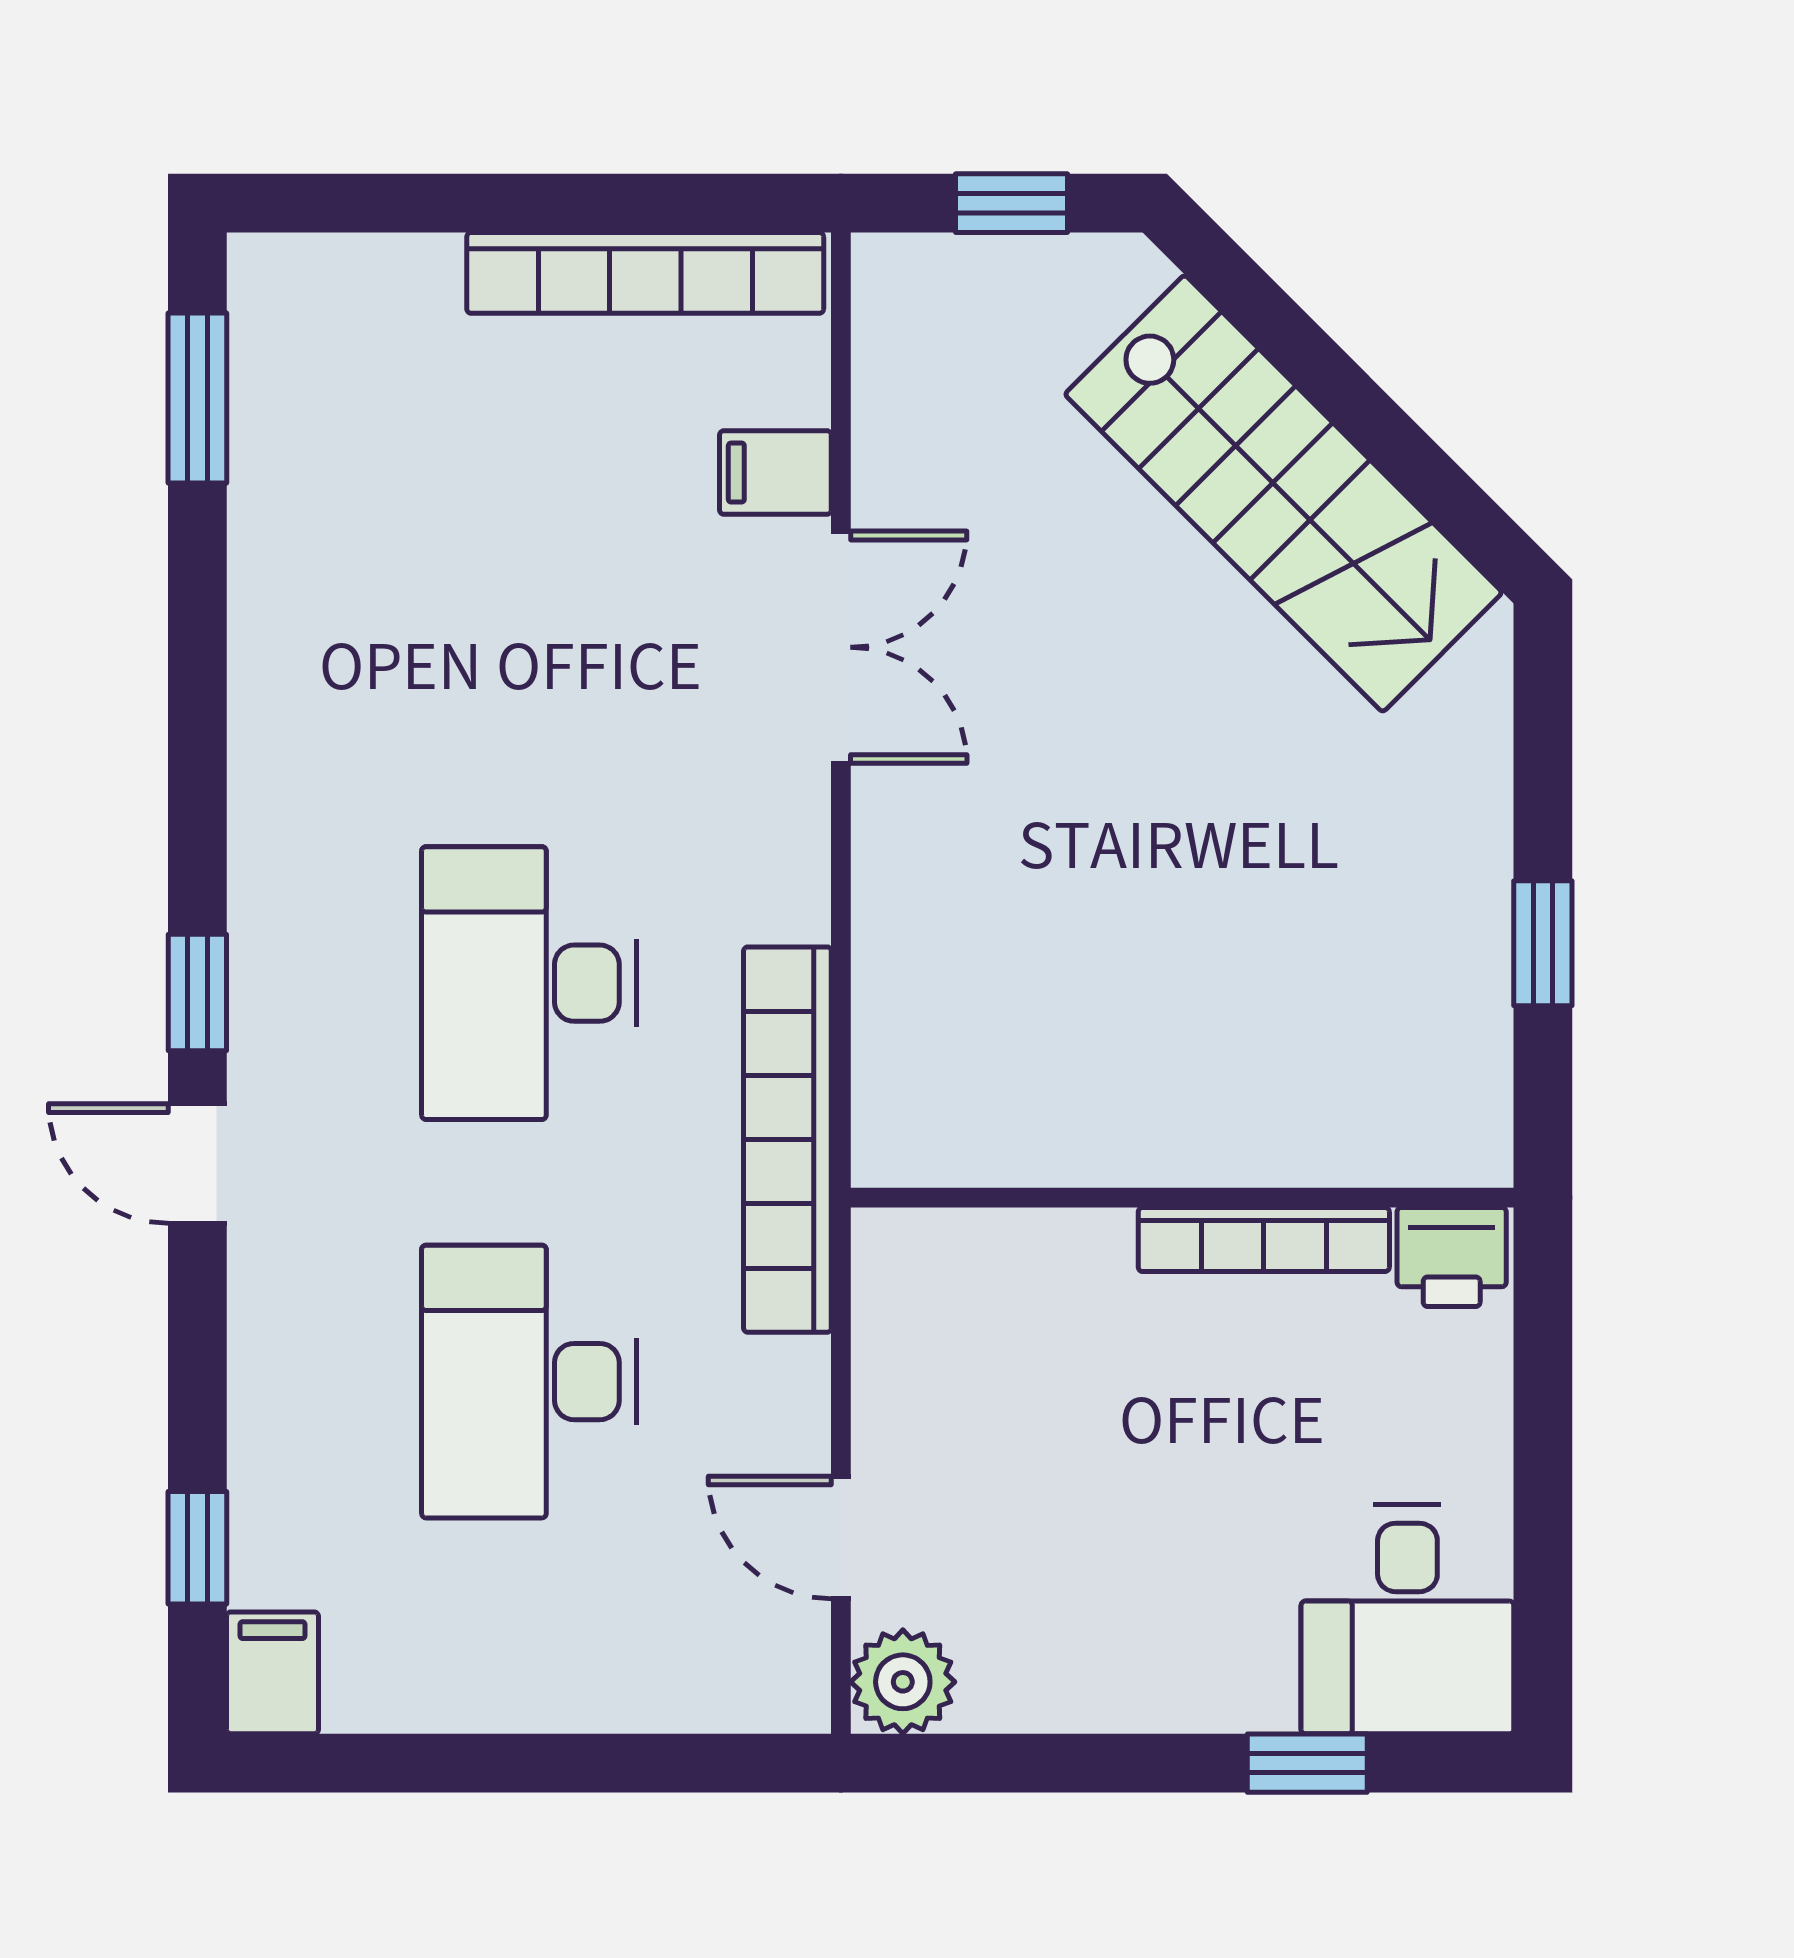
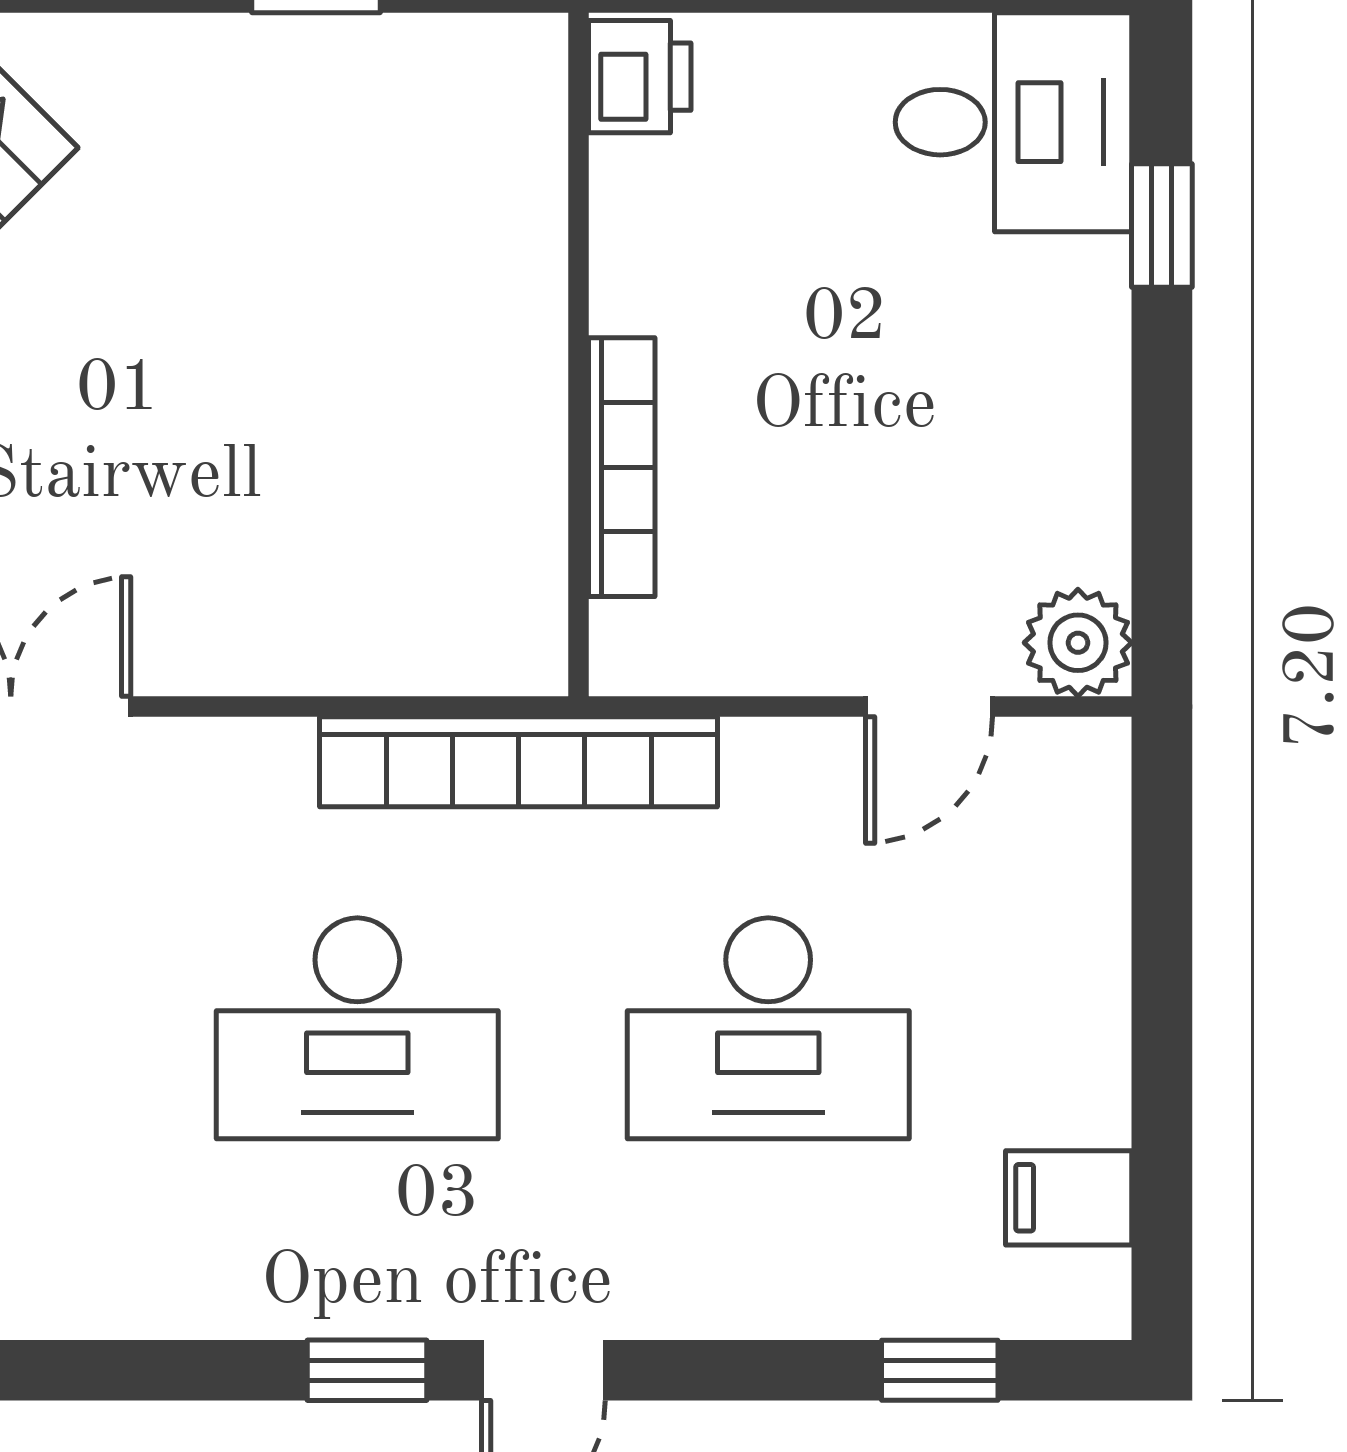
bookcase: (1264, 1240) -> (622, 467), moved
filing cabinet: (273, 1673) -> (1069, 1198), moved

